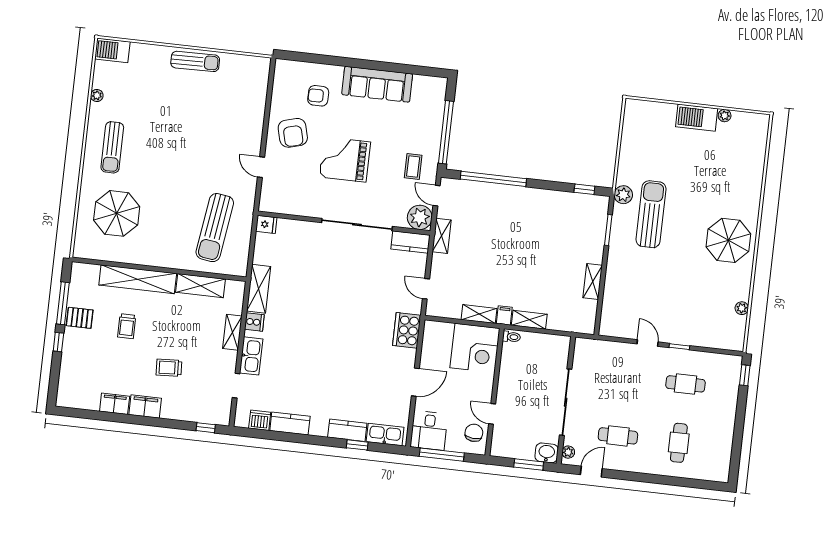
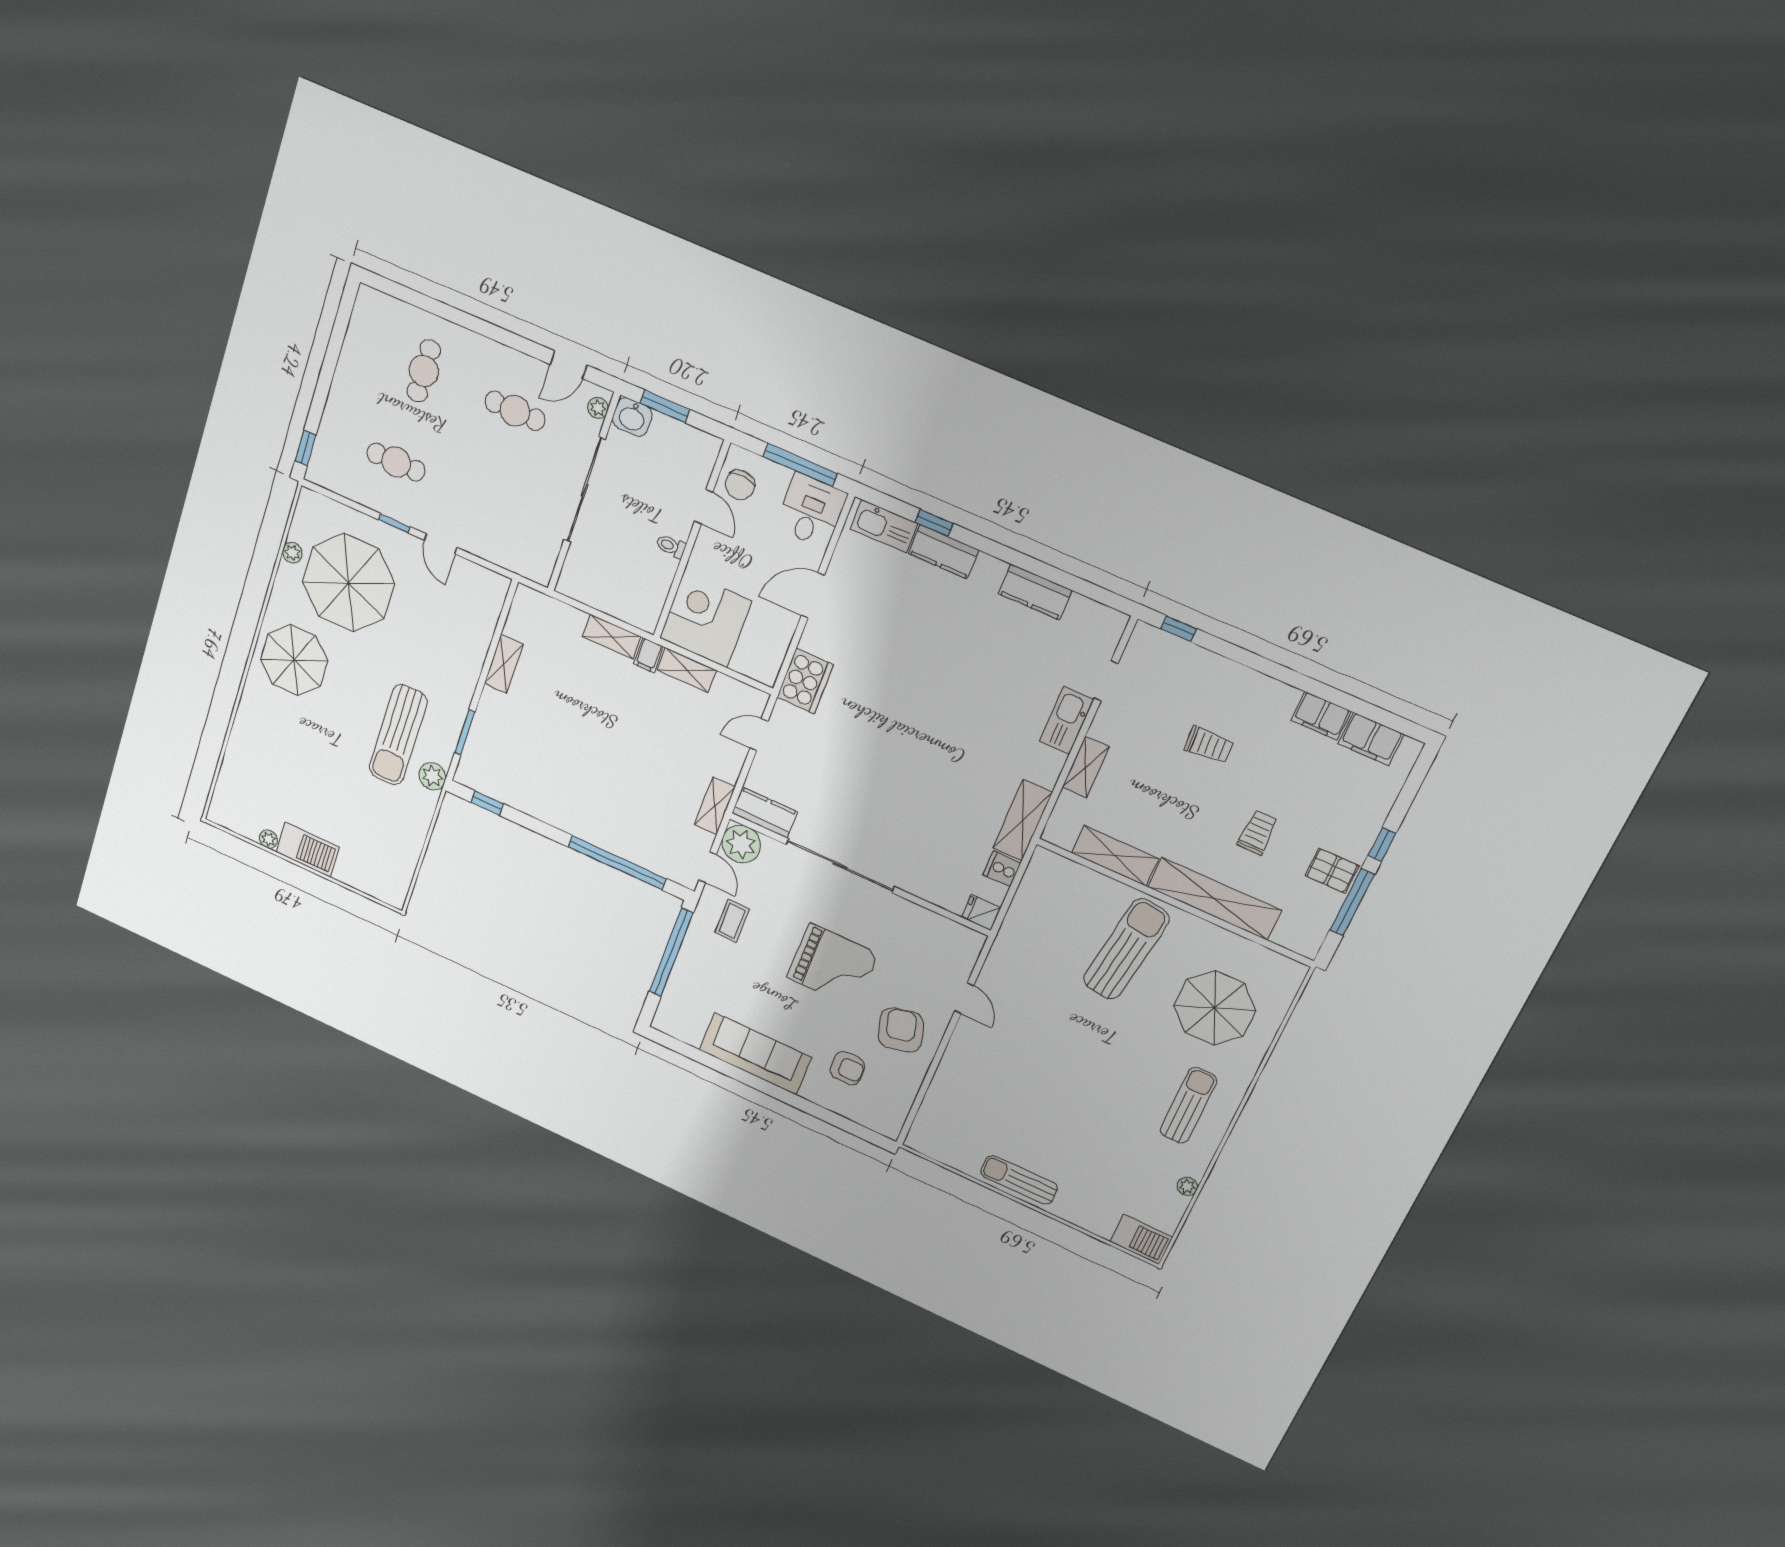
sun lounger: (215, 228) -> (1126, 949), moved
door: (426, 289) -> (759, 735), swing flipped
parasol: (702, 301) -> (348, 583), added
cooker: (254, 322) -> (1002, 869), moved
toilet: (512, 337) -> (671, 546), moved
filing cabinet: (145, 406) -> (1371, 739), moved
dishwasher: (260, 420) -> (1084, 613), removed

